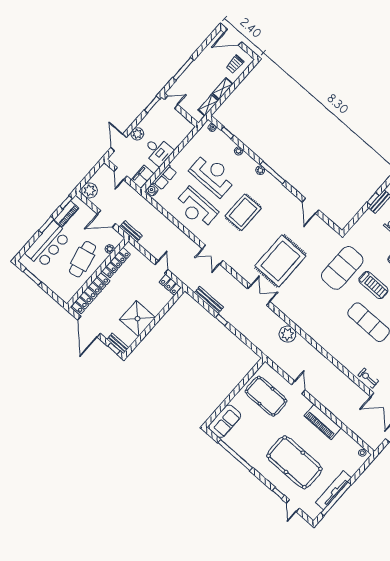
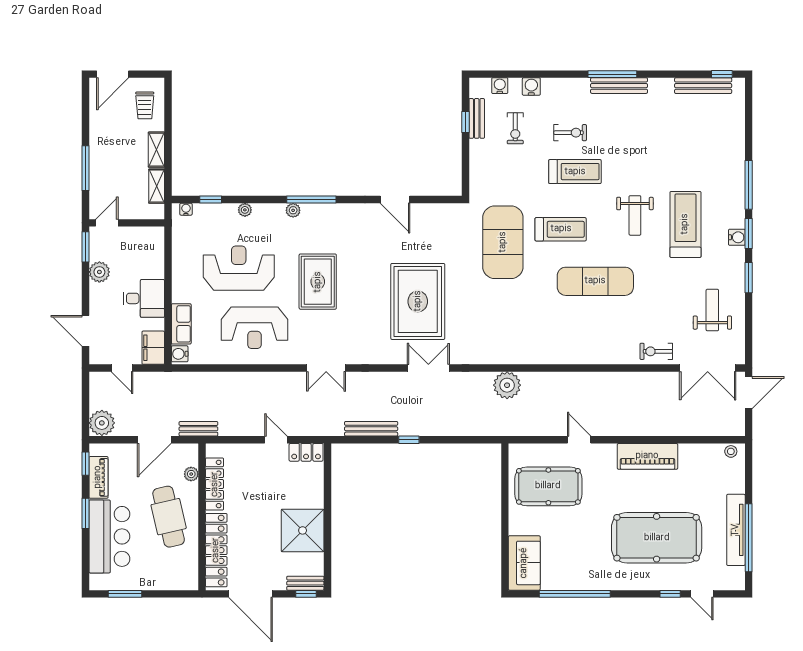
plant: (137, 134) -> (99, 272), moved

